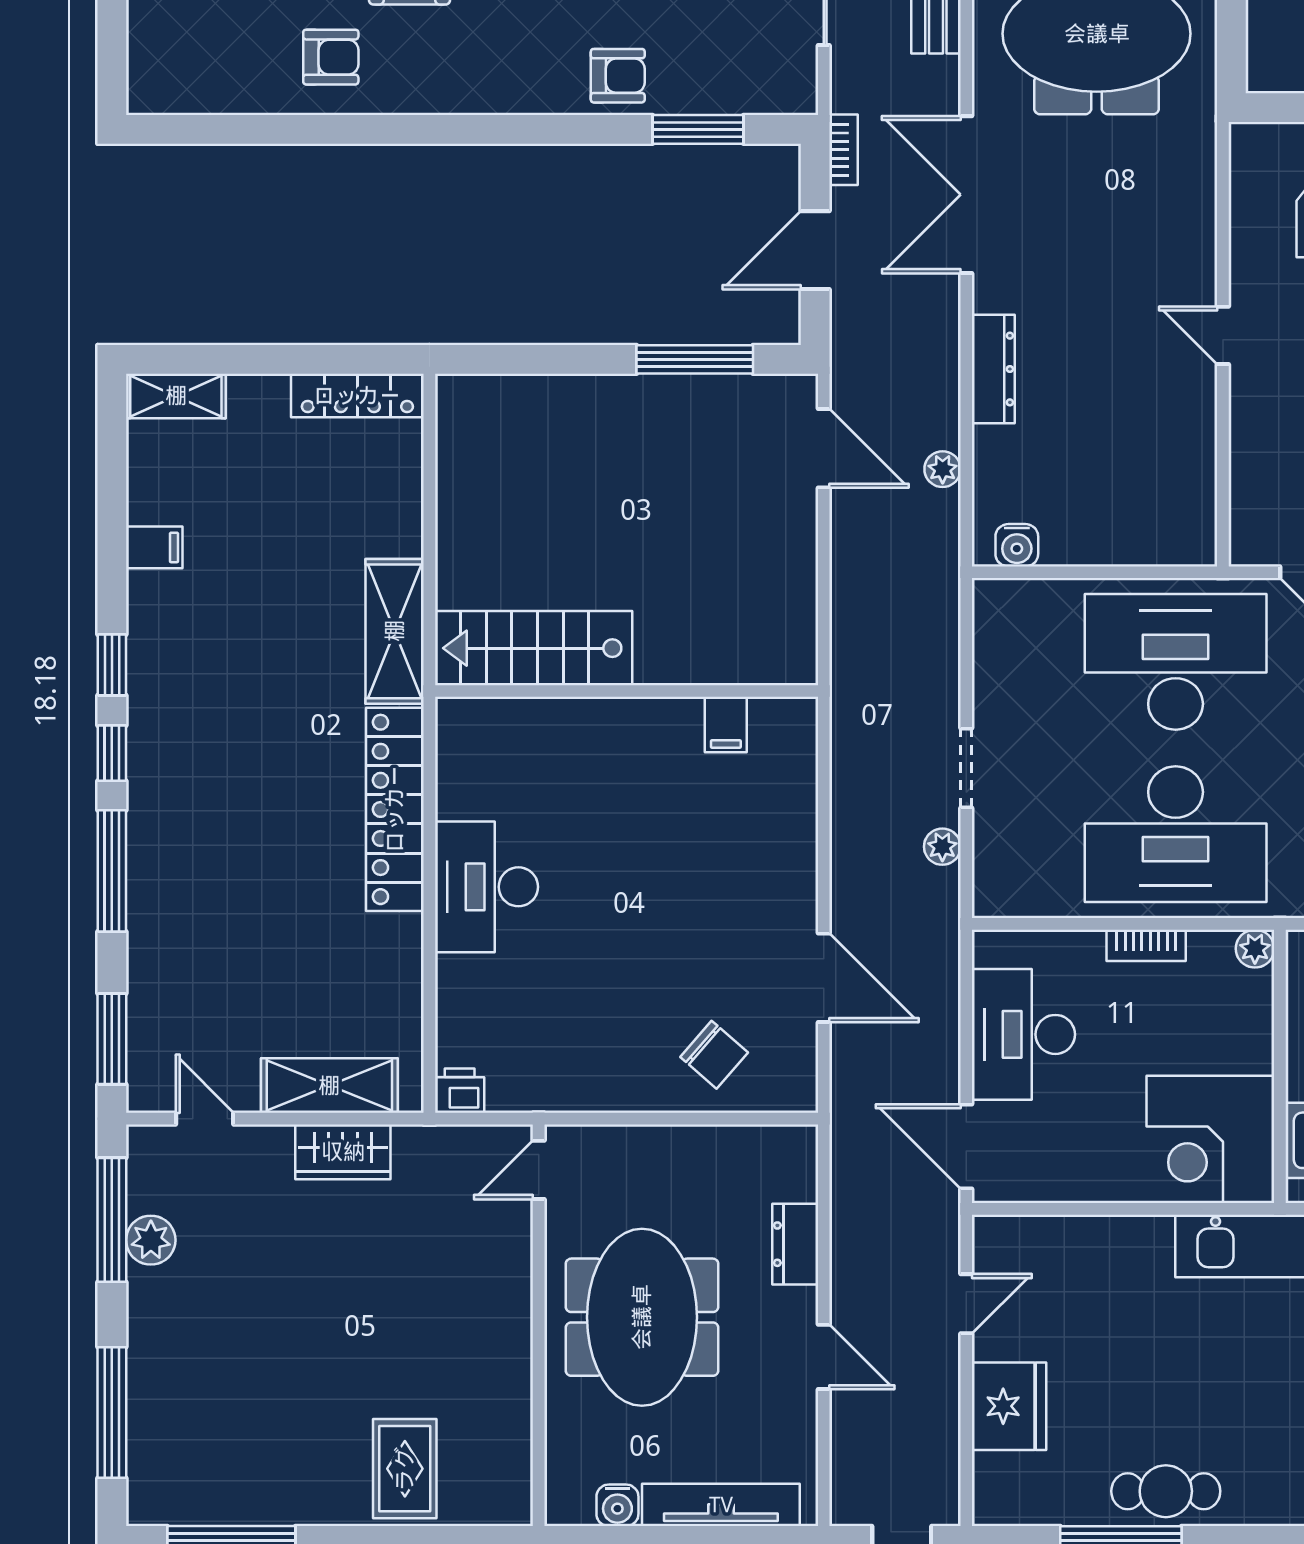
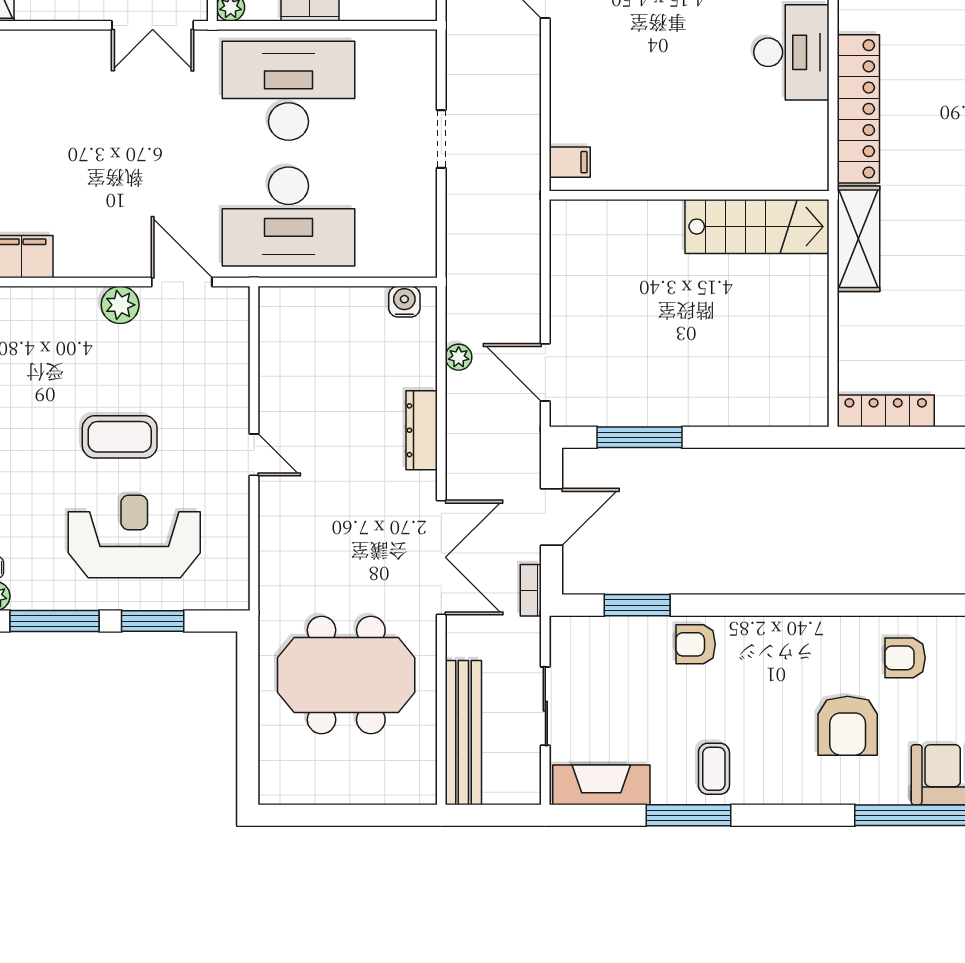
filing cabinet: (726, 725) -> (570, 162), moved, turned 90
plant: (942, 847) -> (459, 82), removed

